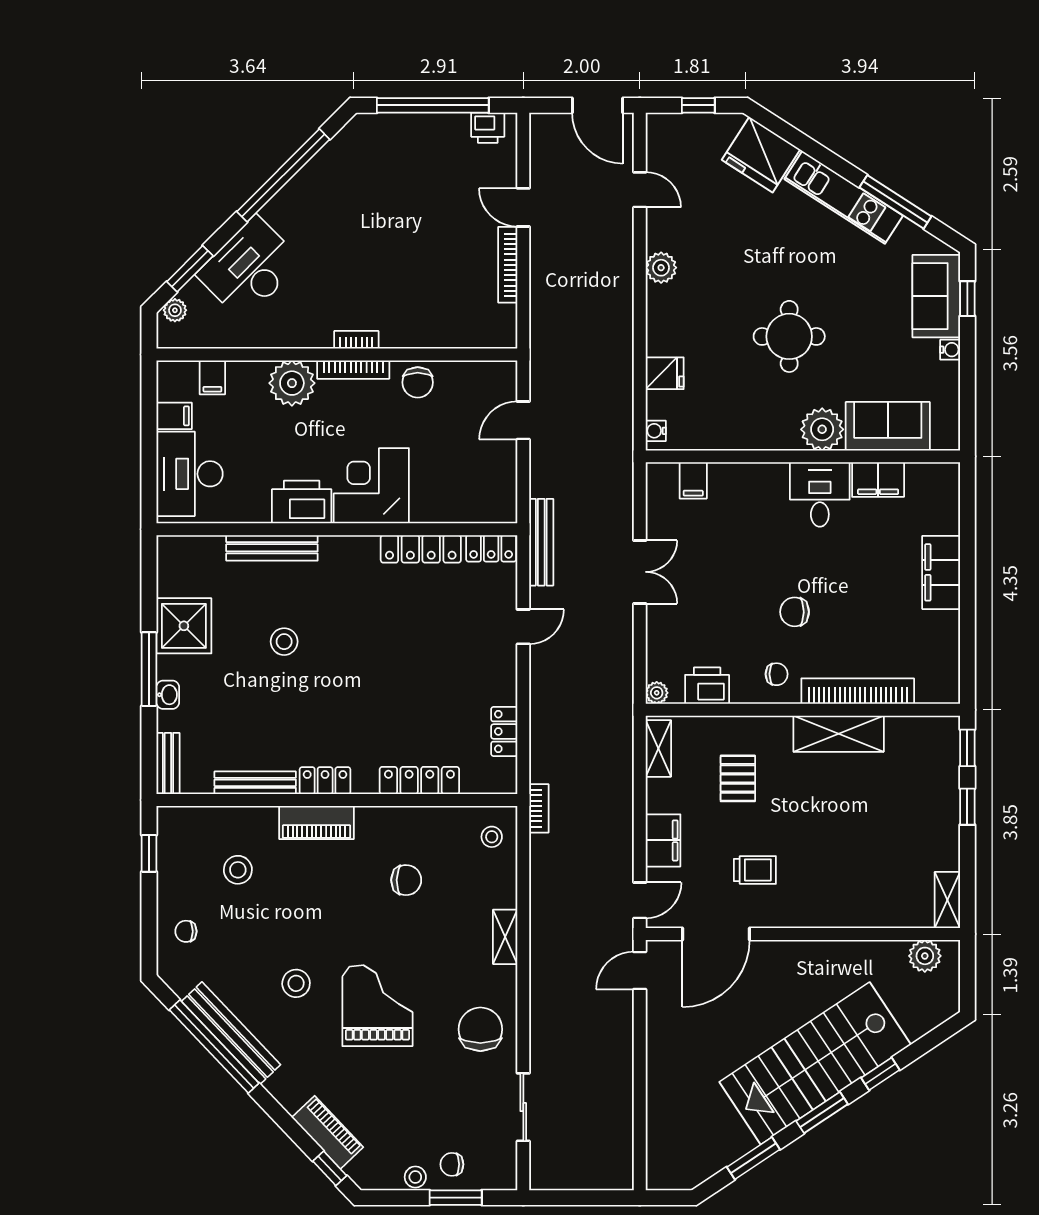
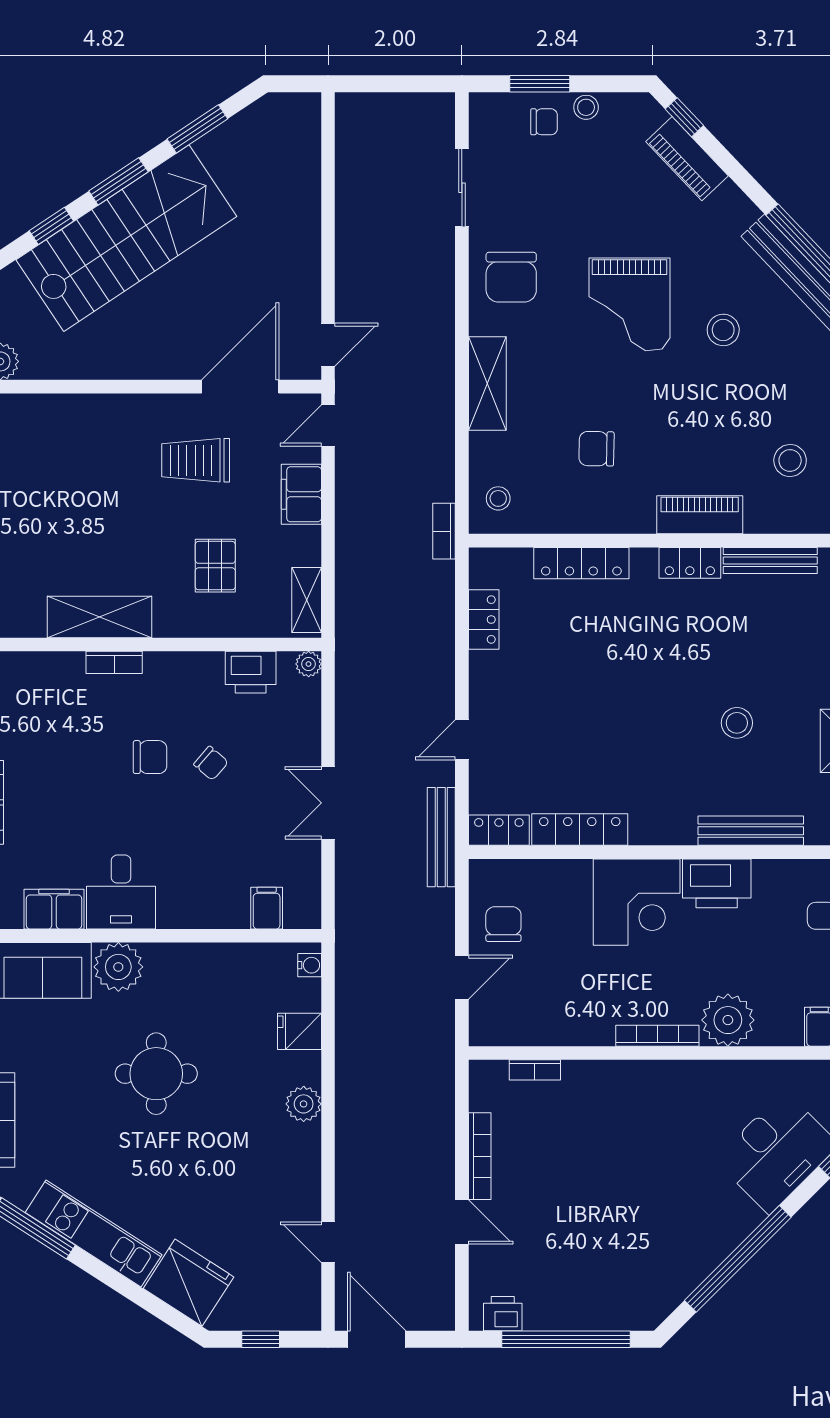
plant: (661, 268) -> (304, 1104), moved
bookcase: (356, 340) -> (535, 1070), moved
chair: (418, 382) -> (503, 924), moved
chair: (777, 674) -> (211, 763), moved, turned -139
bookcase: (858, 691) -> (114, 662), width x0.43, depth x0.76
trolley: (755, 870) -> (196, 460), width x1.36, depth x1.39
shelving: (505, 937) -> (487, 383), width x1.50, depth x1.33

